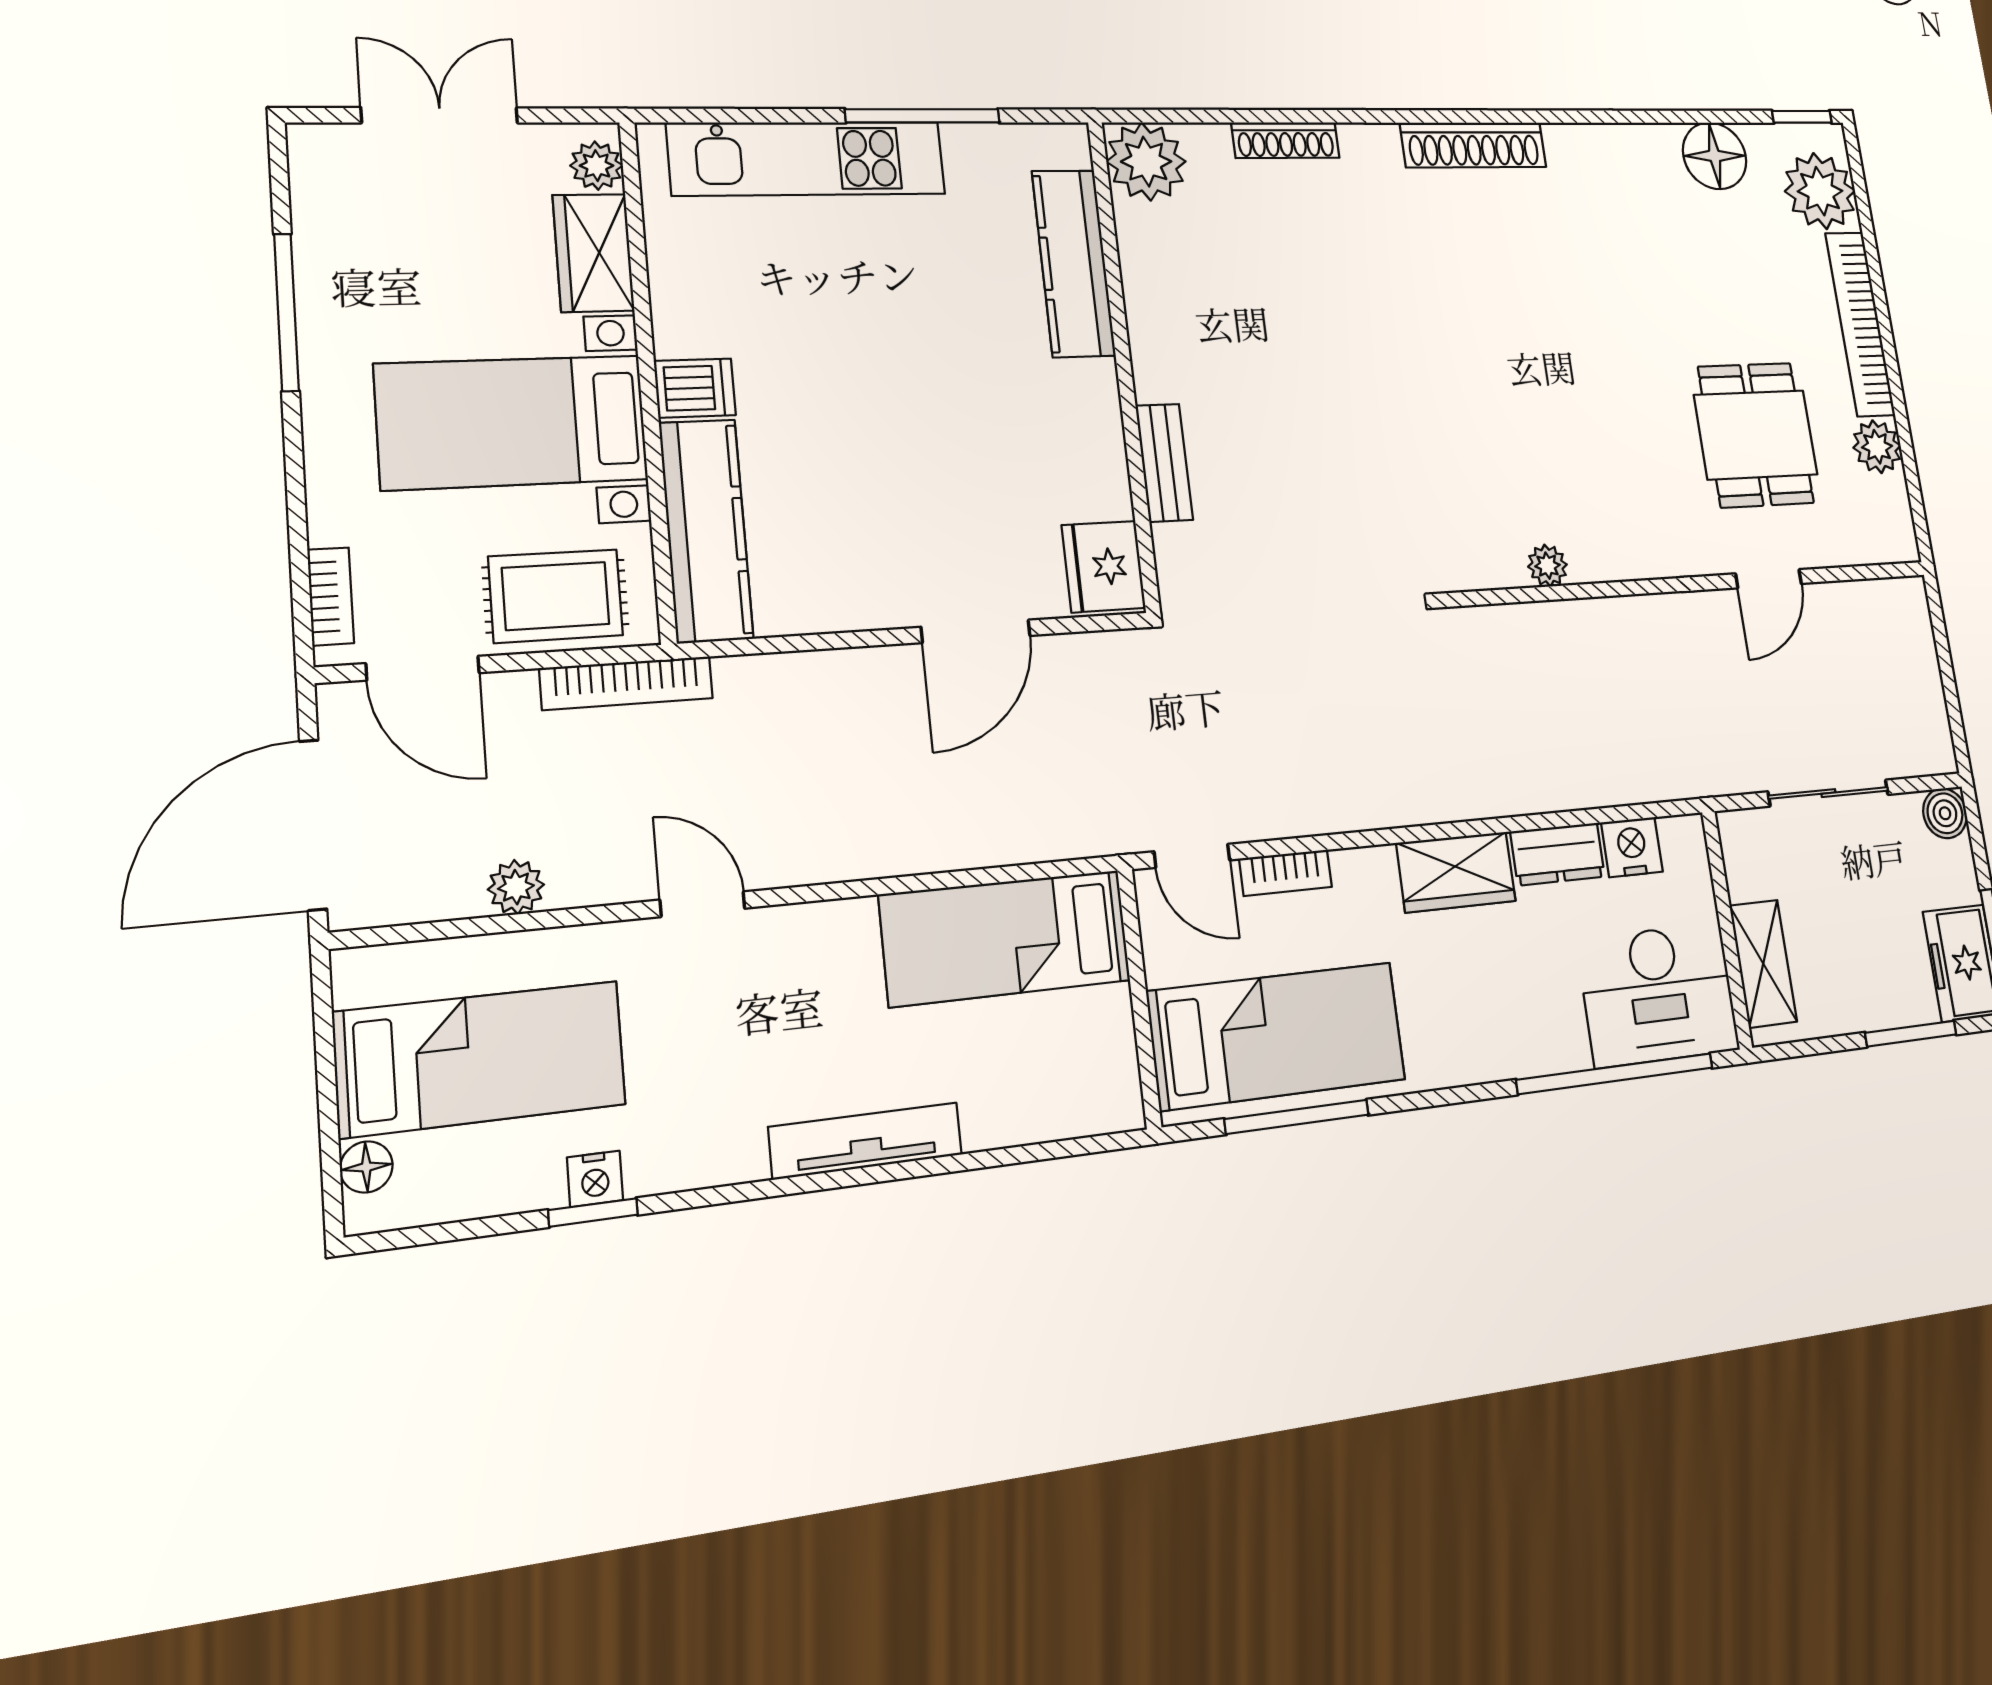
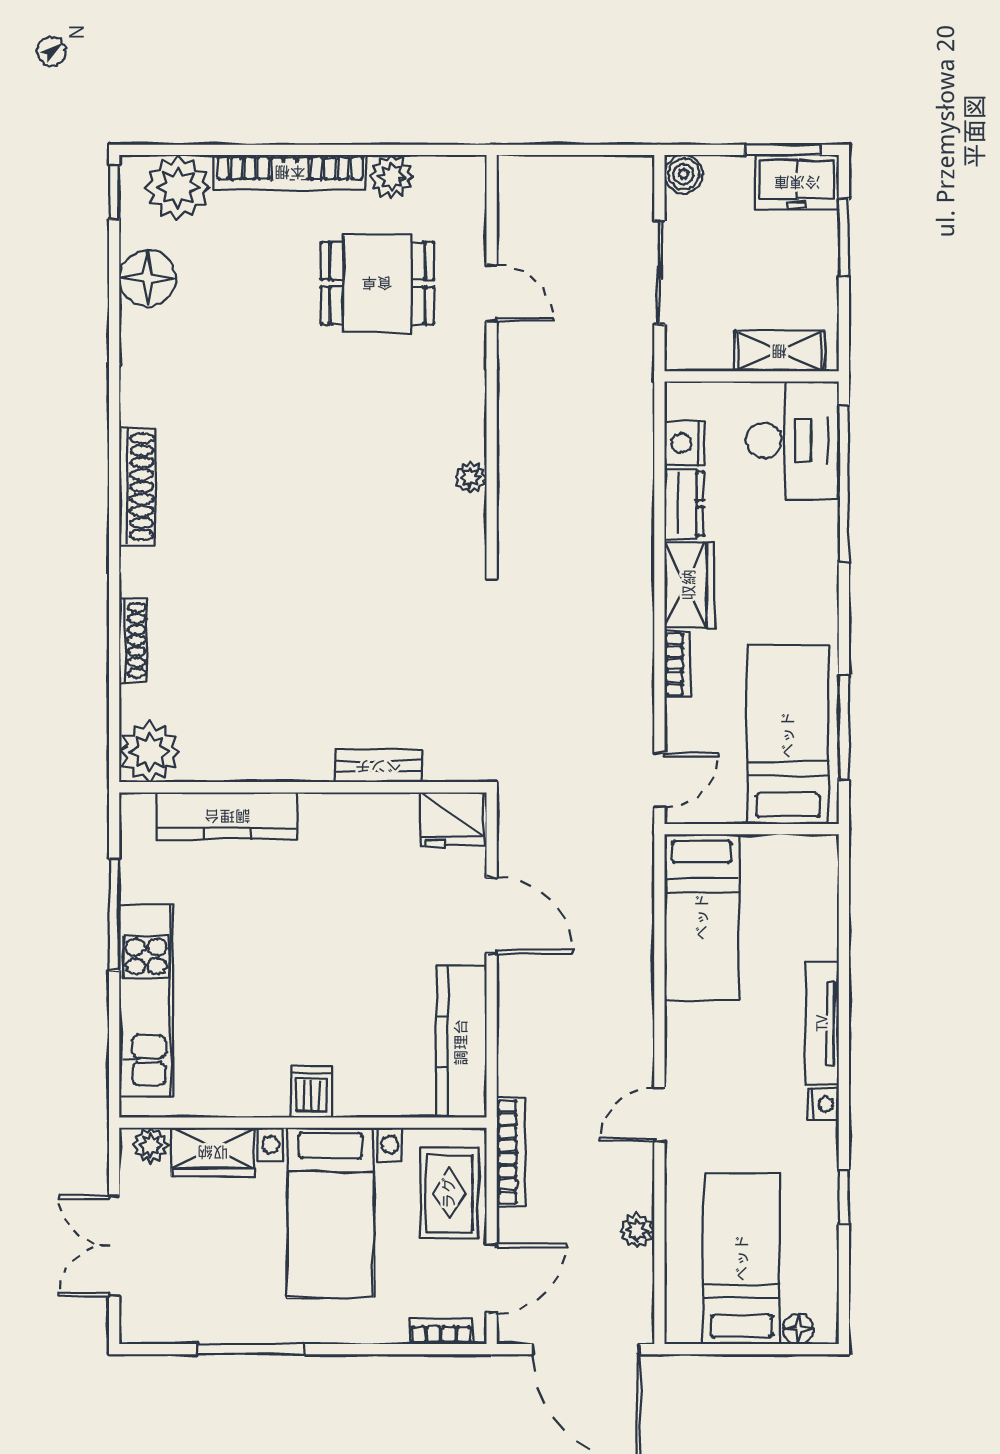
kitchen counter: (706, 530) -> (461, 1042), moved, turned -90
bookcase: (1286, 873) -> (677, 664), moved
nightstand: (595, 1179) -> (824, 1105), moved

